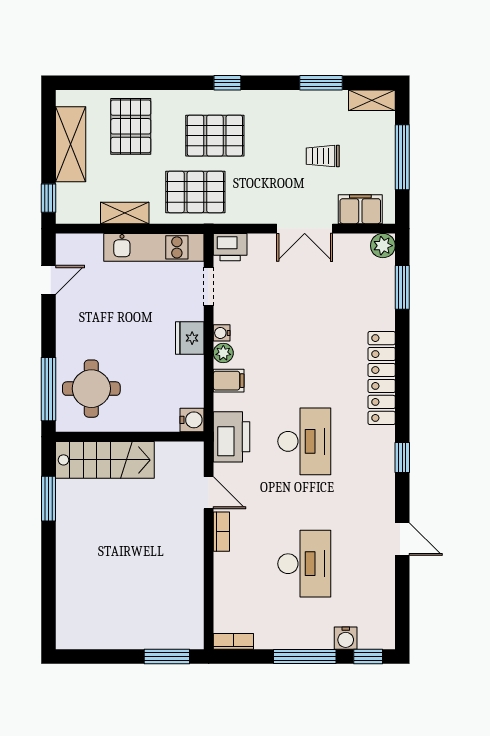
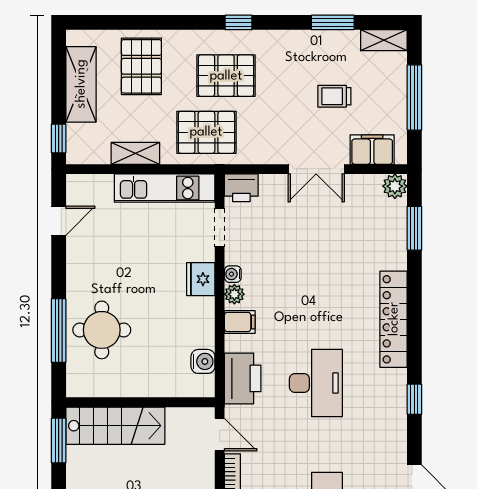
wall: (130, 437) -> (140, 402), moved
stairs: (105, 460) -> (115, 426), moved

